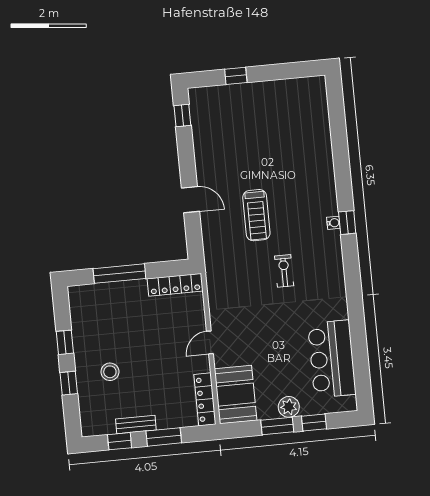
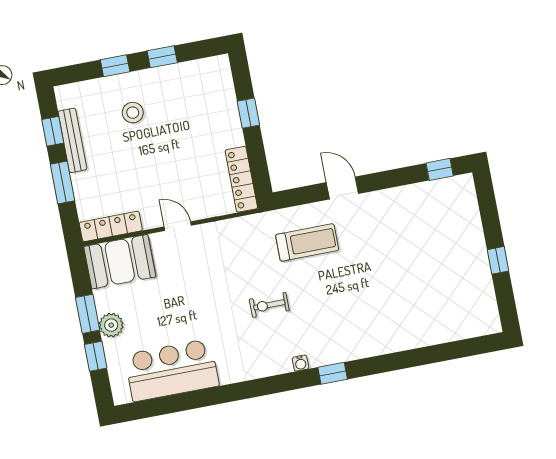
window: (236, 76) -> (498, 260), moved
door: (191, 200) -> (342, 188), swing flipped
treadmill: (256, 215) -> (307, 242), moved, turned 180
water cooler: (333, 223) -> (301, 363), moved
exercise bike: (284, 271) -> (269, 305), turned 180
window: (119, 274) -> (248, 113), width x0.46
bench: (136, 425) -> (72, 140), width x1.36

